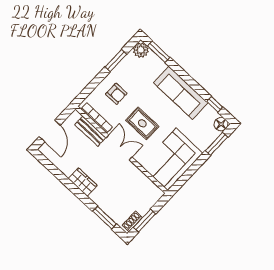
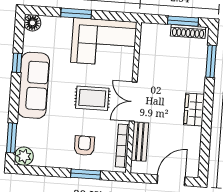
window: (116, 61) -> (86, 174), moved
window: (215, 104) -> (17, 63), moved
rug: (142, 123) -> (92, 98), turned 90
window: (217, 144) -> (76, 13), moved
shoe rack: (132, 222) -> (188, 32), width x1.43

